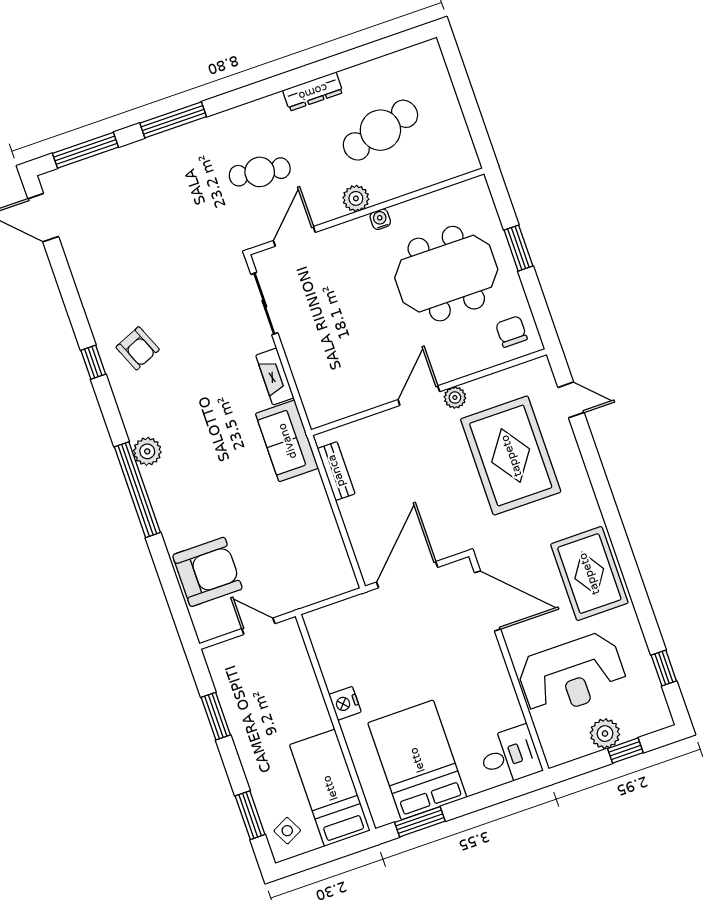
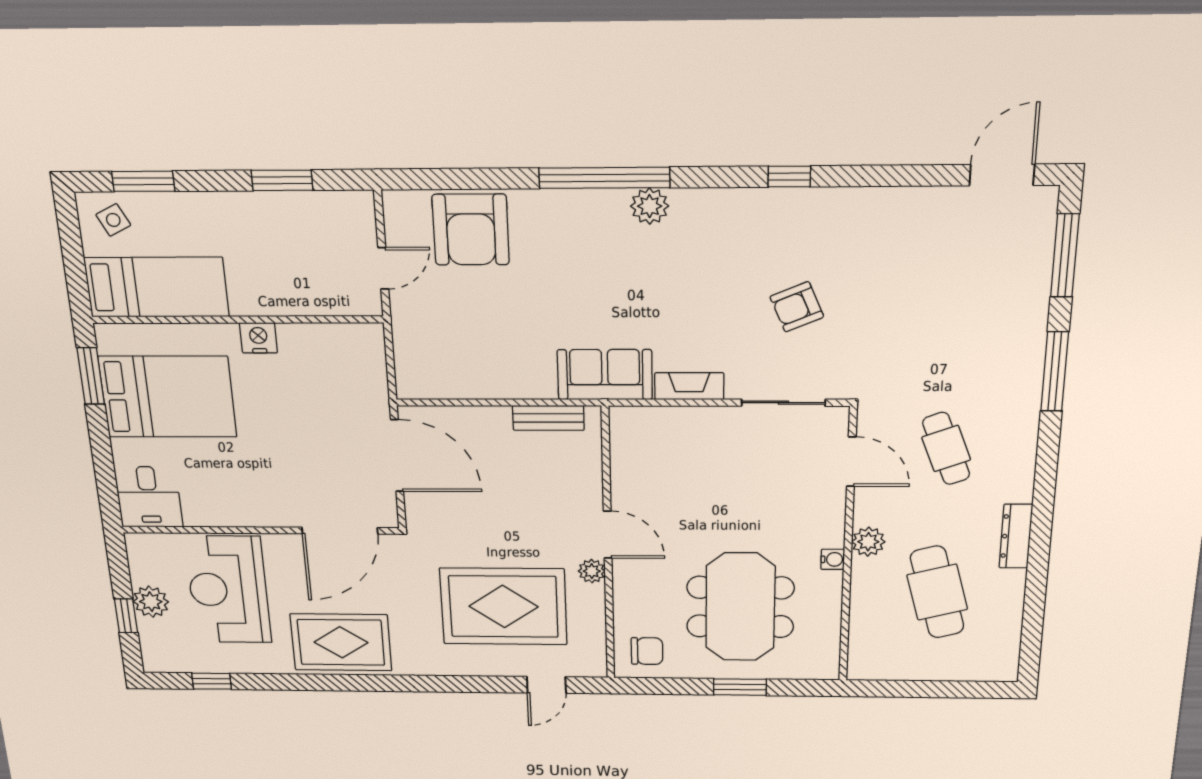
cafe table: (260, 172) -> (946, 449), turned -30
armchair: (138, 348) -> (797, 307), moved

